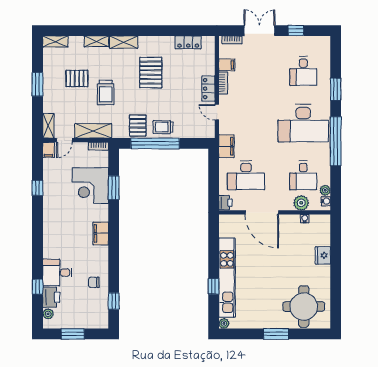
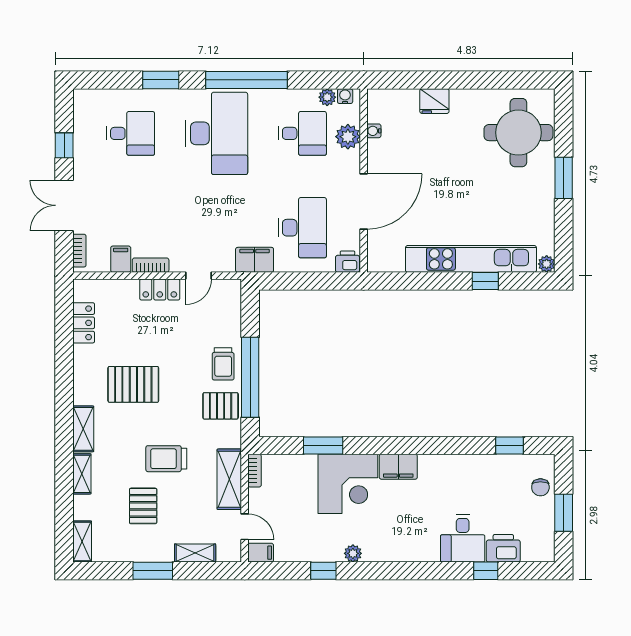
trolley: (106, 93) -> (166, 459), turned 180
shelving: (48, 126) -> (195, 553), moved
corner desk: (90, 186) -> (348, 484), moved
chair: (94, 282) -> (540, 487), moved
plant: (48, 314) -> (353, 553), moved

